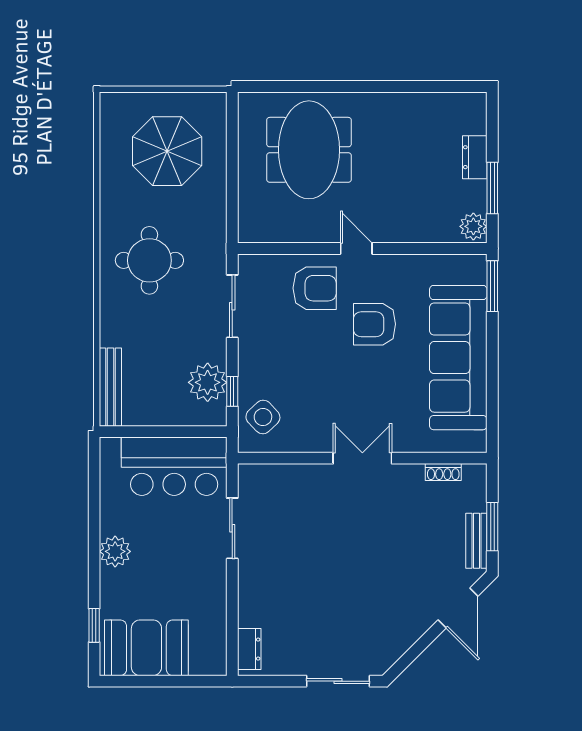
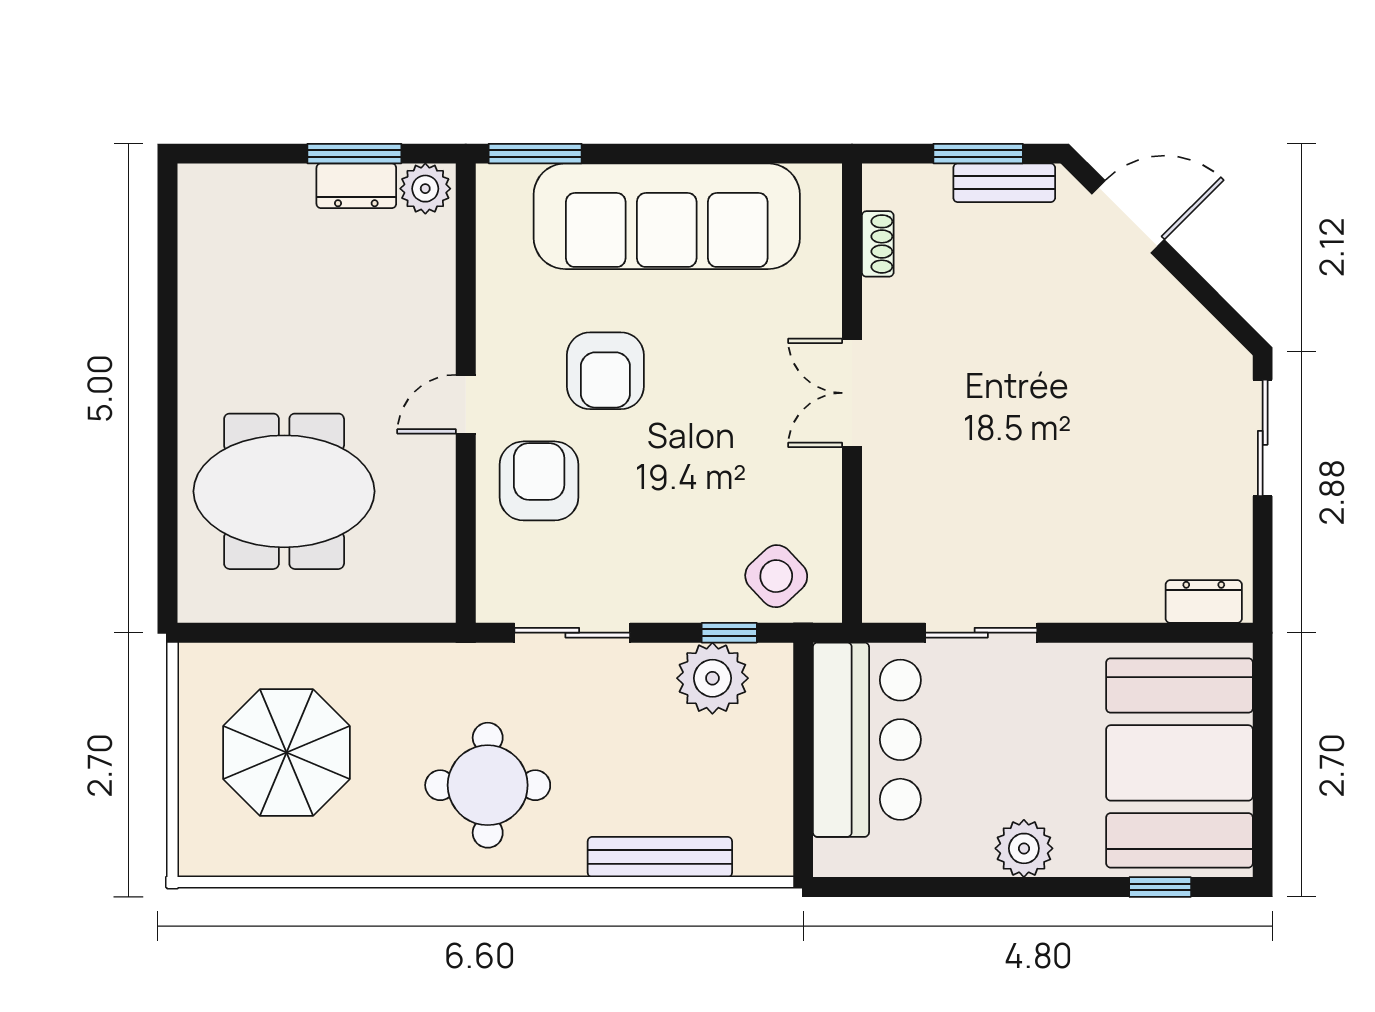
dresser: (475, 157) -> (356, 186), moved
bench: (110, 387) -> (660, 857), moved
booth: (146, 648) -> (1180, 763), width x1.36, depth x1.42

